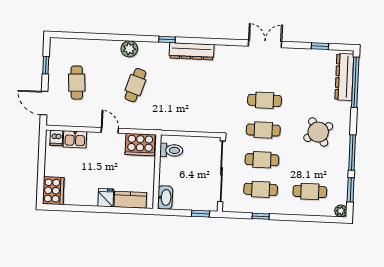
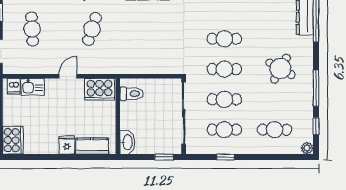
door: (110, 130) -> (68, 76), hinge flipped
round table: (318, 132) -> (280, 69), turned -30
window: (351, 190) -> (316, 126), width x0.67

